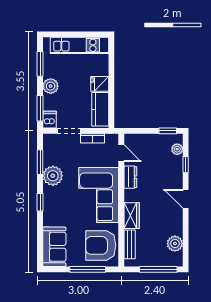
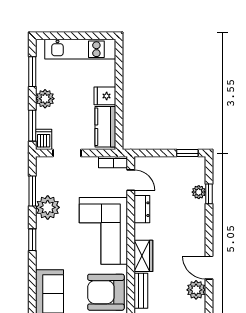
bookcase: (93, 138) -> (113, 162), moved
plant: (177, 149) -> (199, 192), moved
door: (186, 199) -> (209, 268), moved

